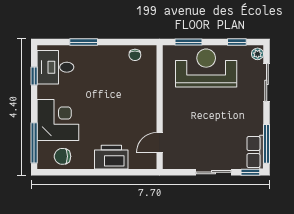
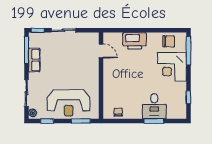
desk: (55, 67) -> (154, 106), moved, turned 90
door: (160, 143) -> (101, 51), hinge flipped
row of seats: (255, 152) -> (34, 60), moved

